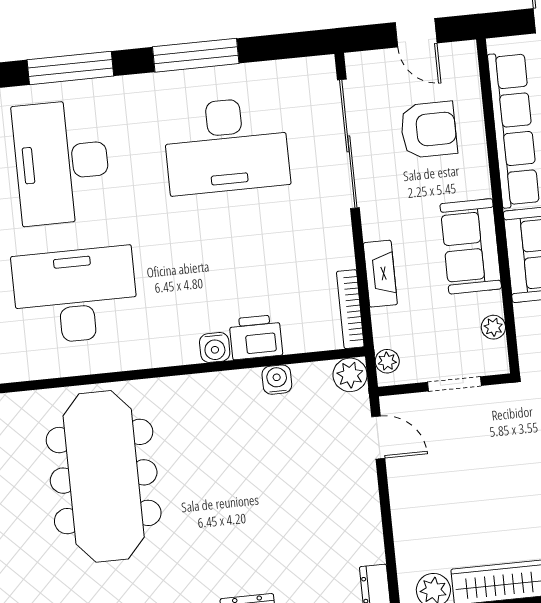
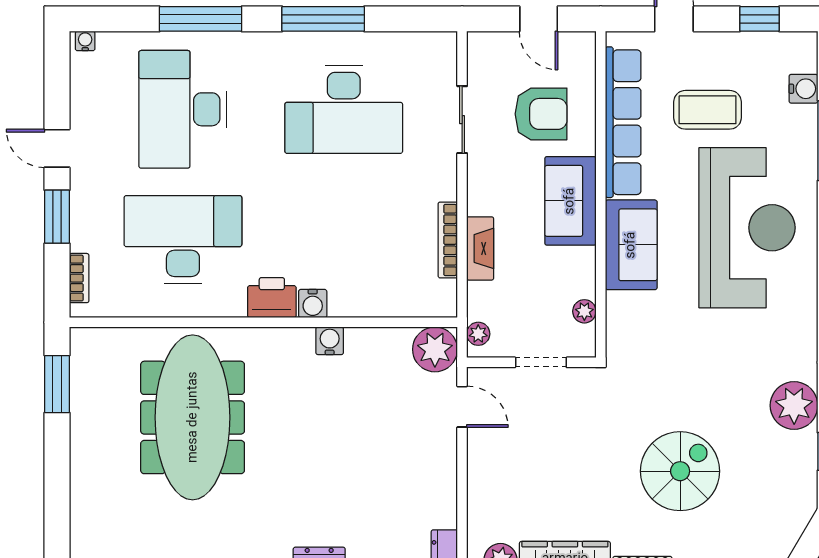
sliding door: (348, 144) -> (462, 120), width x0.54
sofa: (471, 246) -> (570, 201), moved
bookcase: (350, 309) -> (448, 240), moved
printer: (256, 337) -> (272, 298), moved
plant: (350, 375) -> (435, 349), width x1.36, depth x1.36
water cooler: (277, 380) -> (330, 341), moved

